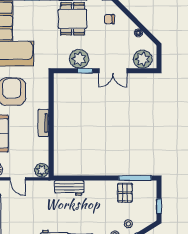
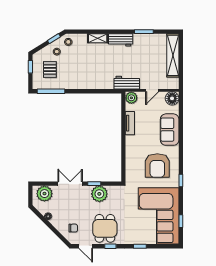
tv unit: (43, 123) -> (130, 123), moved
door: (18, 179) -> (152, 90), swing flipped
workbench: (69, 188) -> (127, 83), moved
pallet: (125, 193) -> (50, 69), moved

